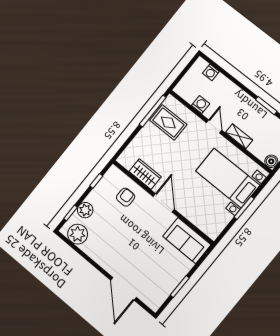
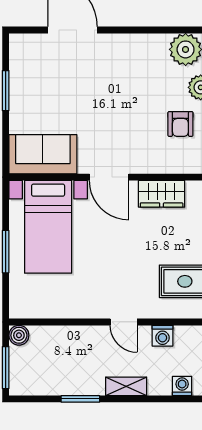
shelving: (239, 136) -> (126, 386), moved
bed with nightstands: (228, 178) -> (48, 227), moved, turned 90
armchair: (126, 197) -> (180, 124), moved

